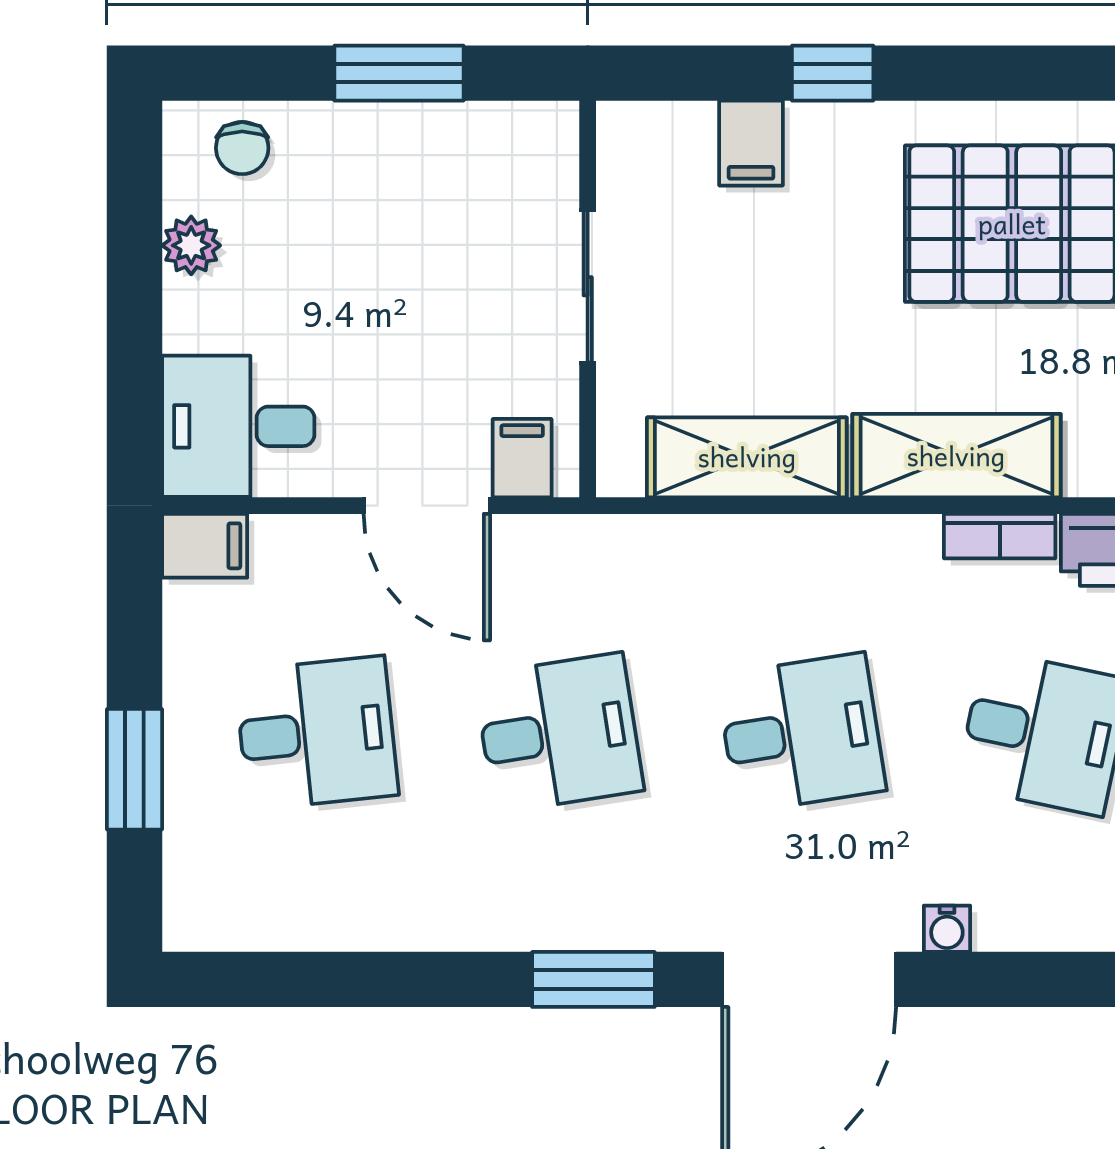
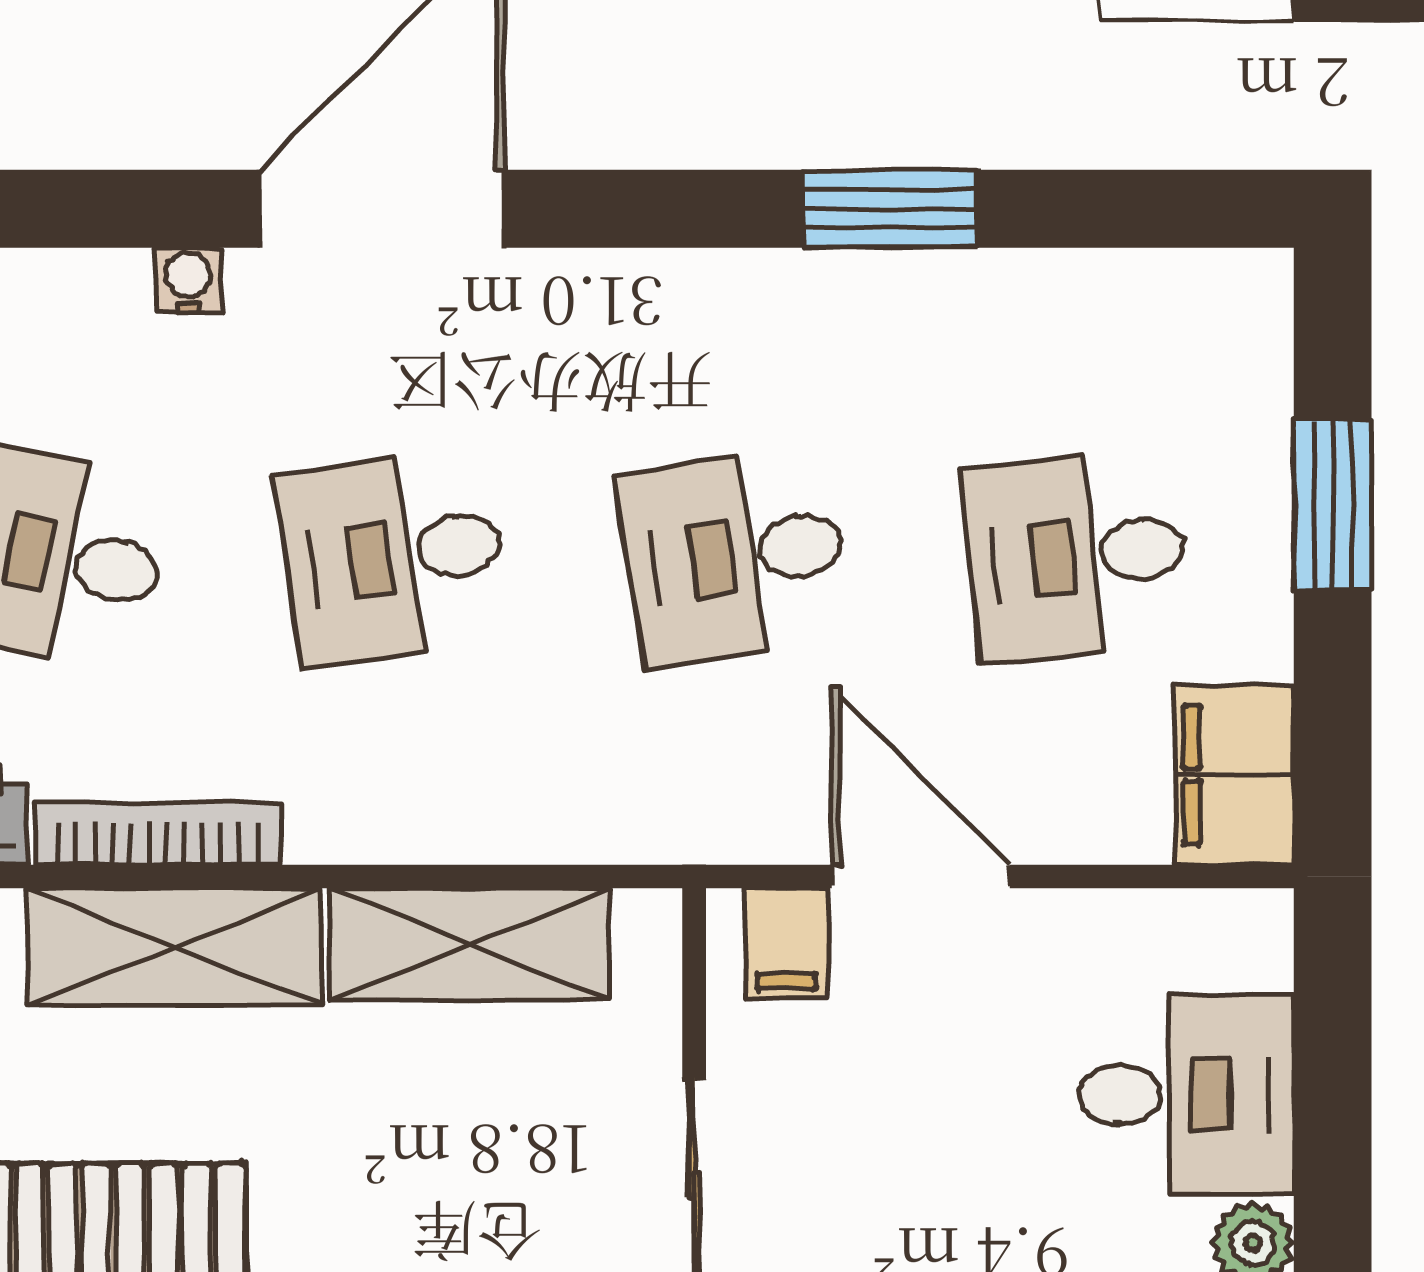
desk: (238, 426) -> (1186, 1095), moved
bookcase: (1000, 536) -> (158, 833), width x1.56
filing cabinet: (205, 546) -> (1234, 775), width x2.00
window: (593, 979) -> (890, 209), moved

